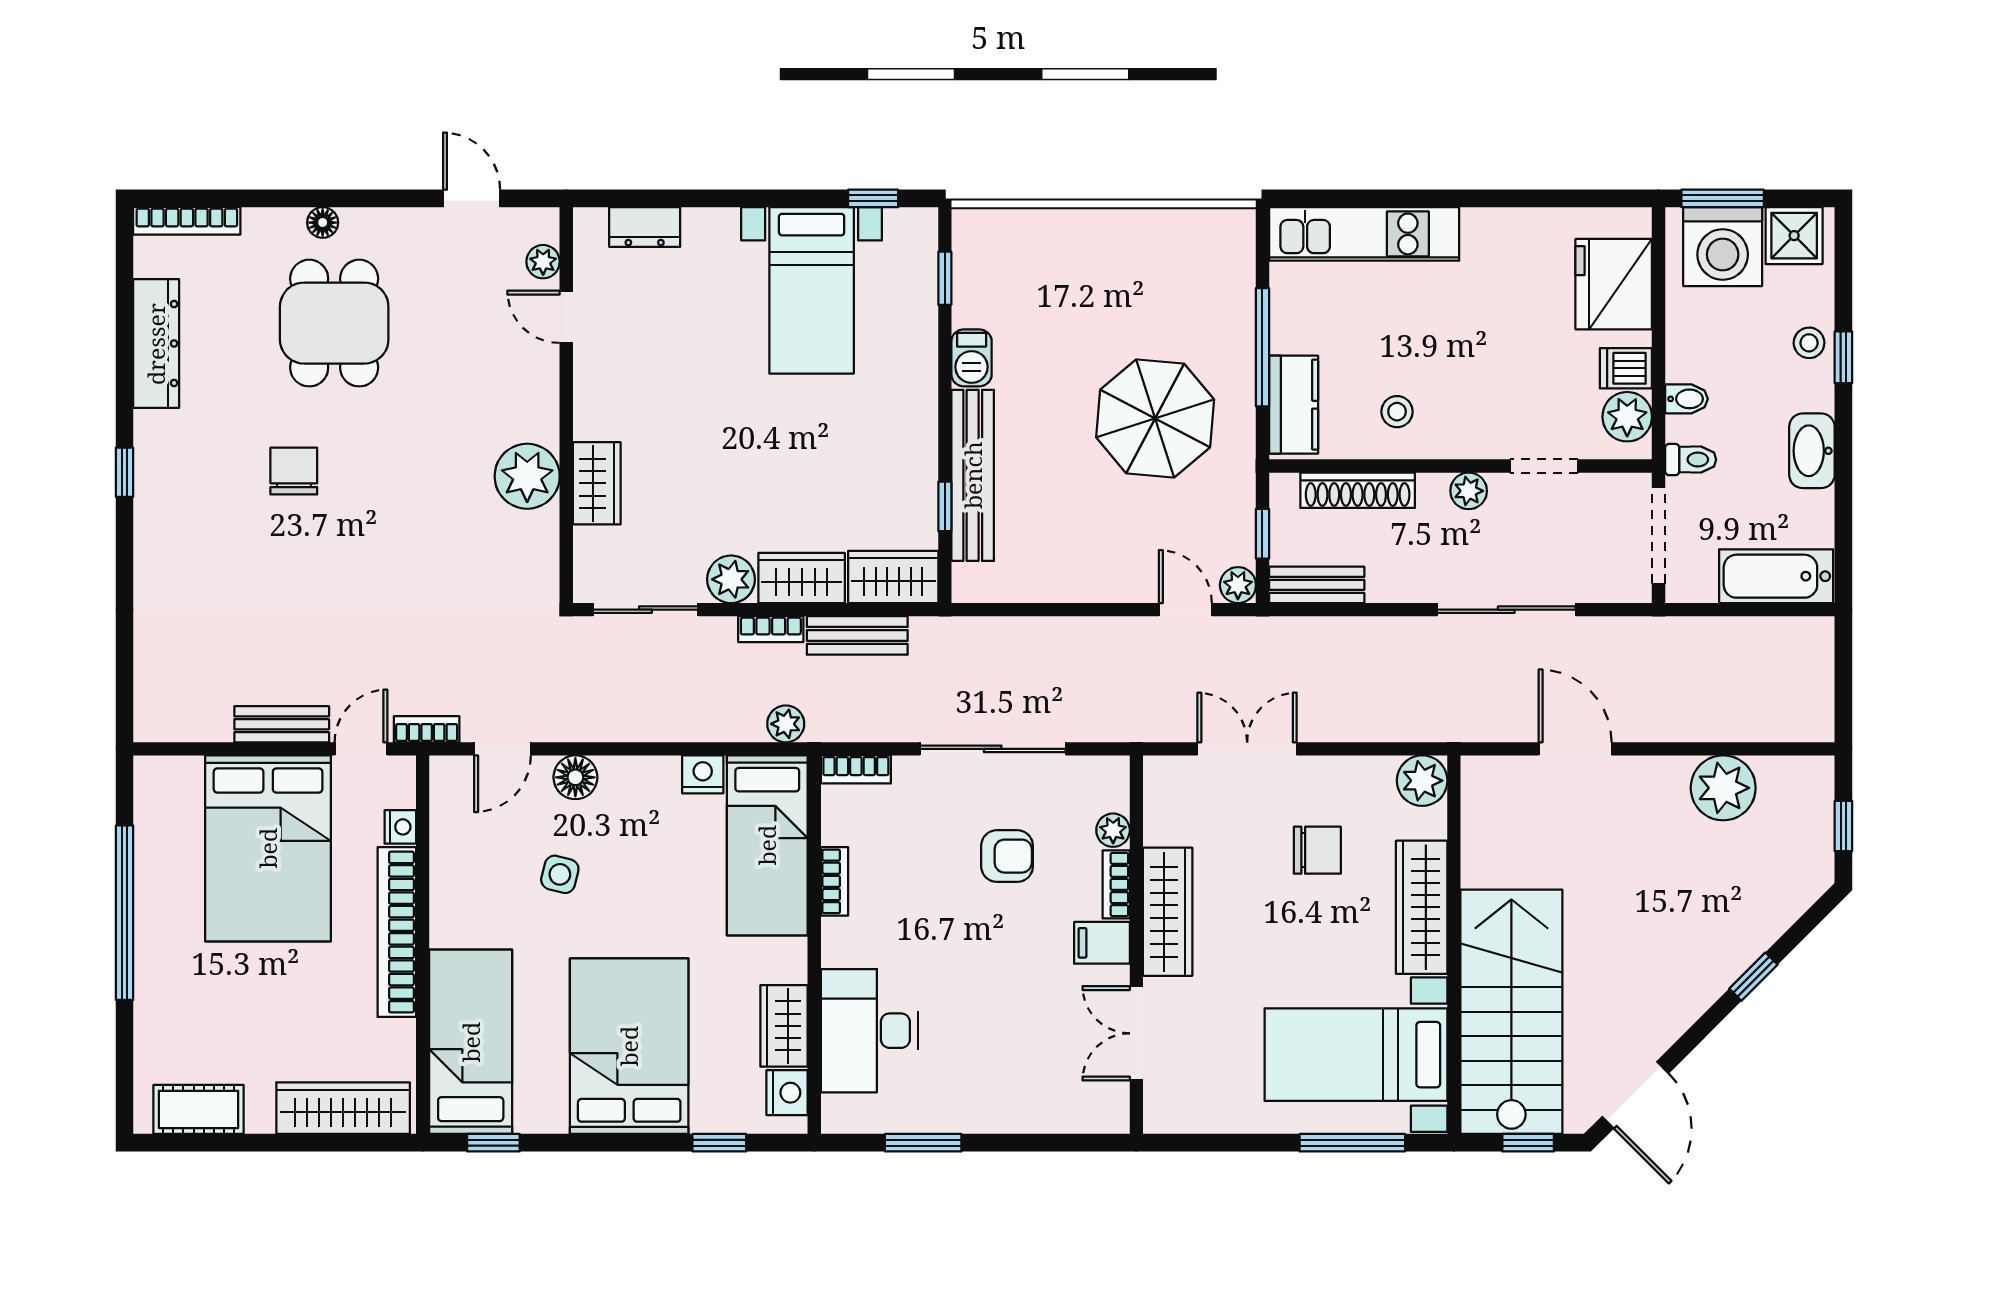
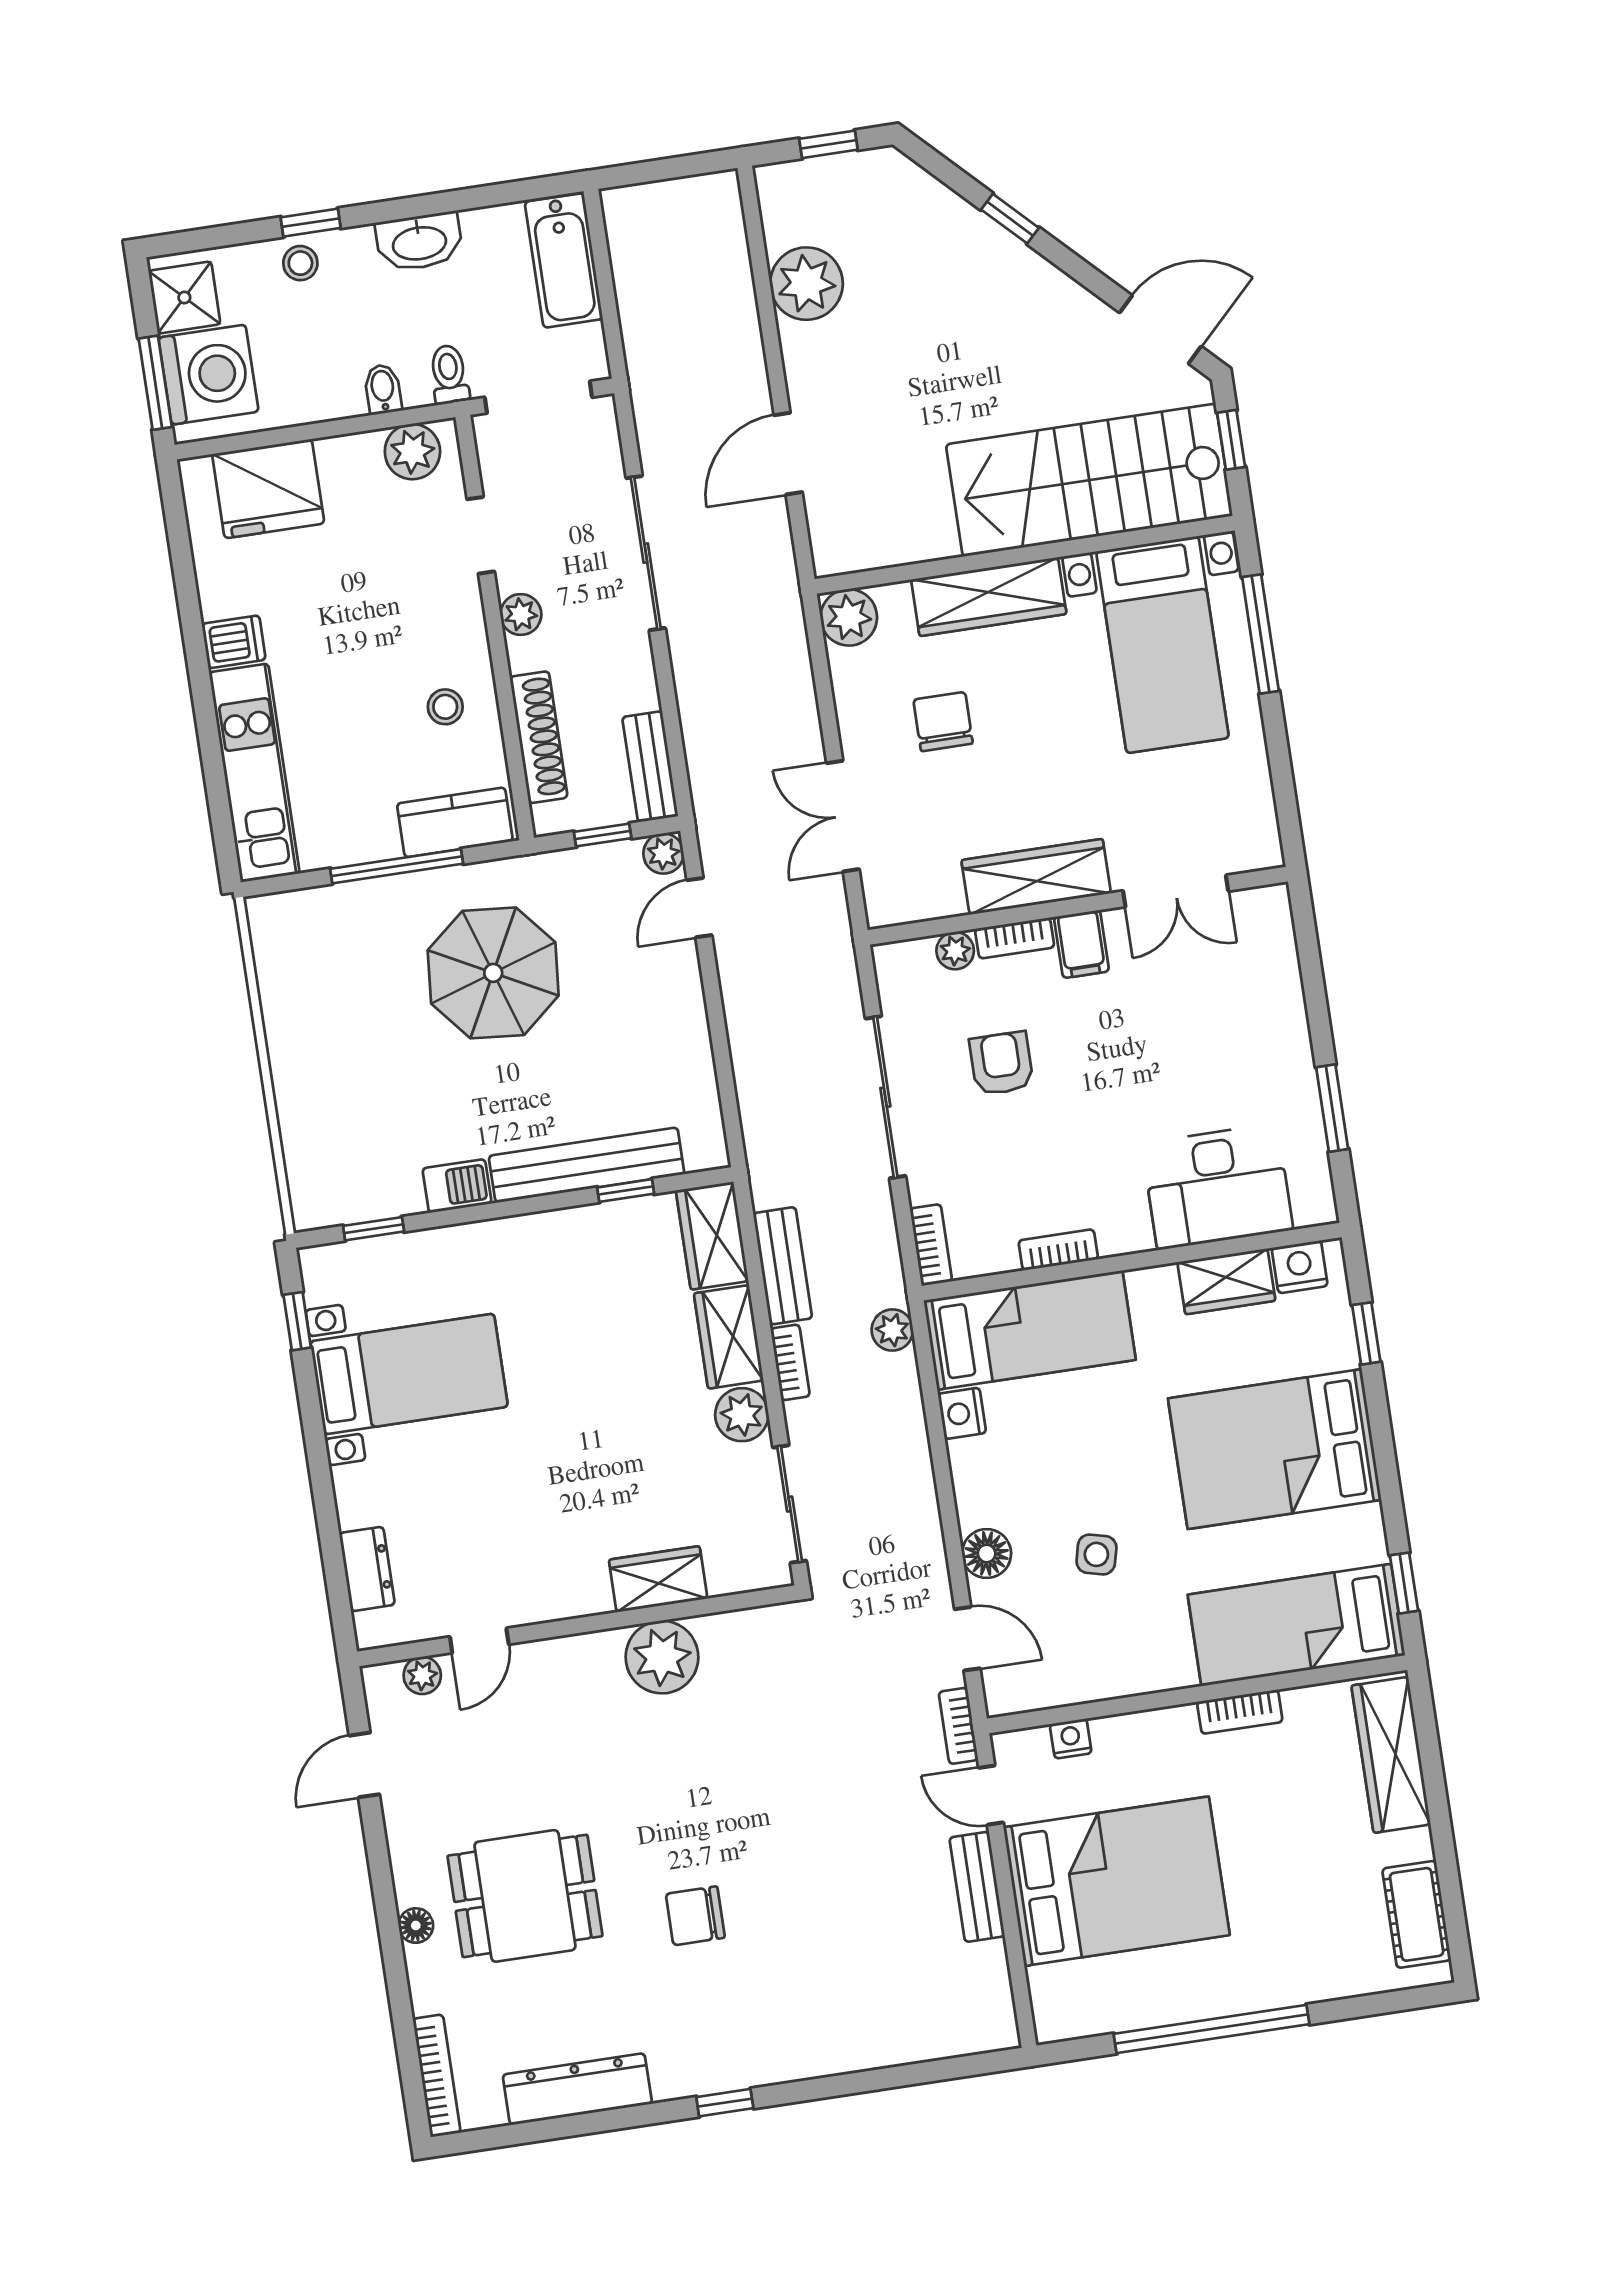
dishwasher: (1626, 368) -> (234, 642), moved, turned -90
bookcase: (397, 932) -> (1240, 1712), width x0.43, depth x0.76

